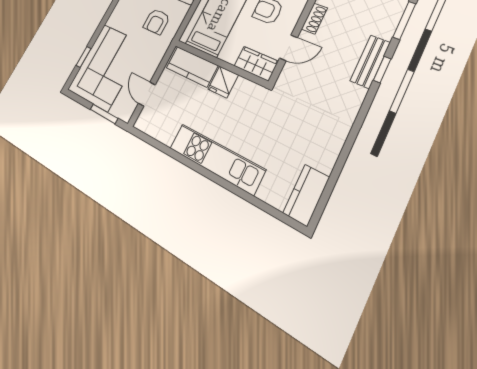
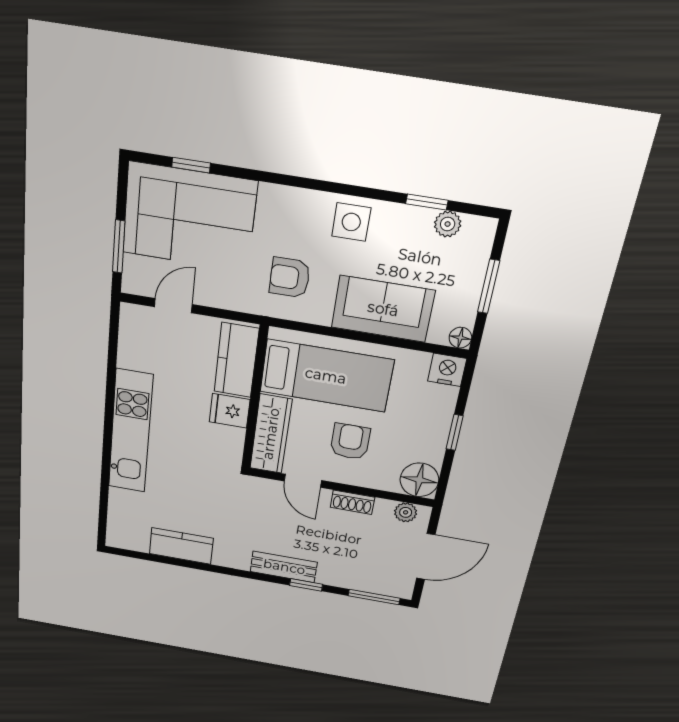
bench: (370, 62) -> (284, 567), moved
wardrobe: (256, 64) -> (271, 434), width x1.50
kitchen counter: (306, 195) -> (181, 546), moved

